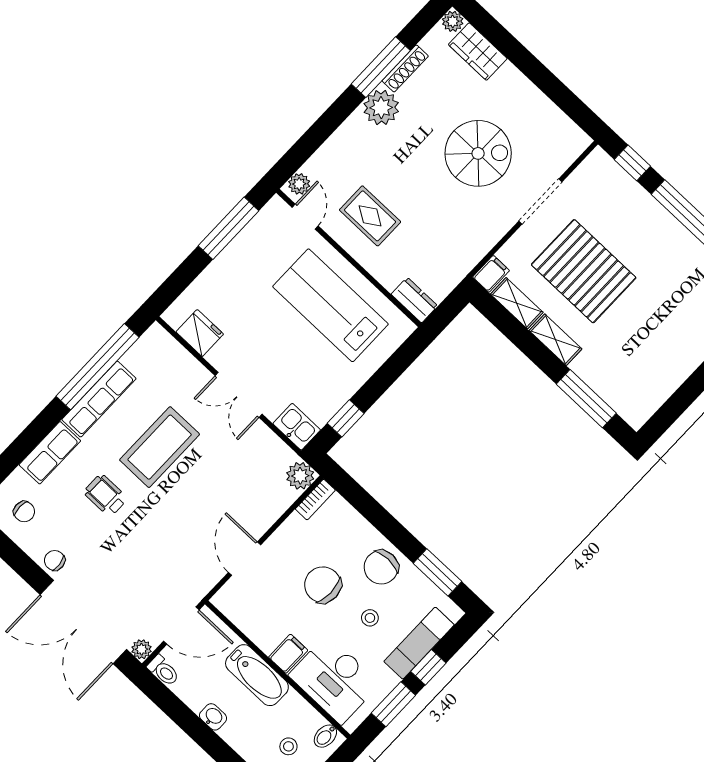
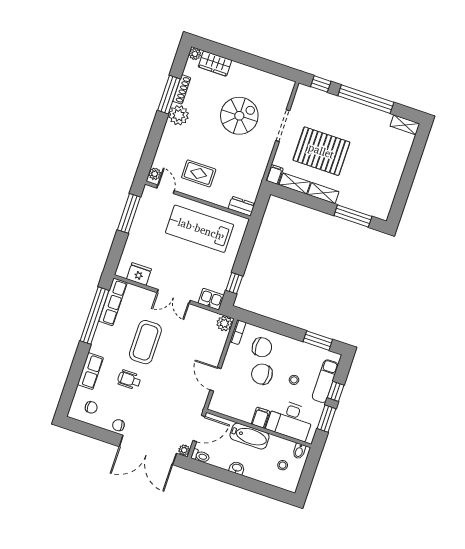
row of seats: (99, 399) -> (113, 302), moved
chair: (381, 567) -> (262, 347), moved, turned -90

